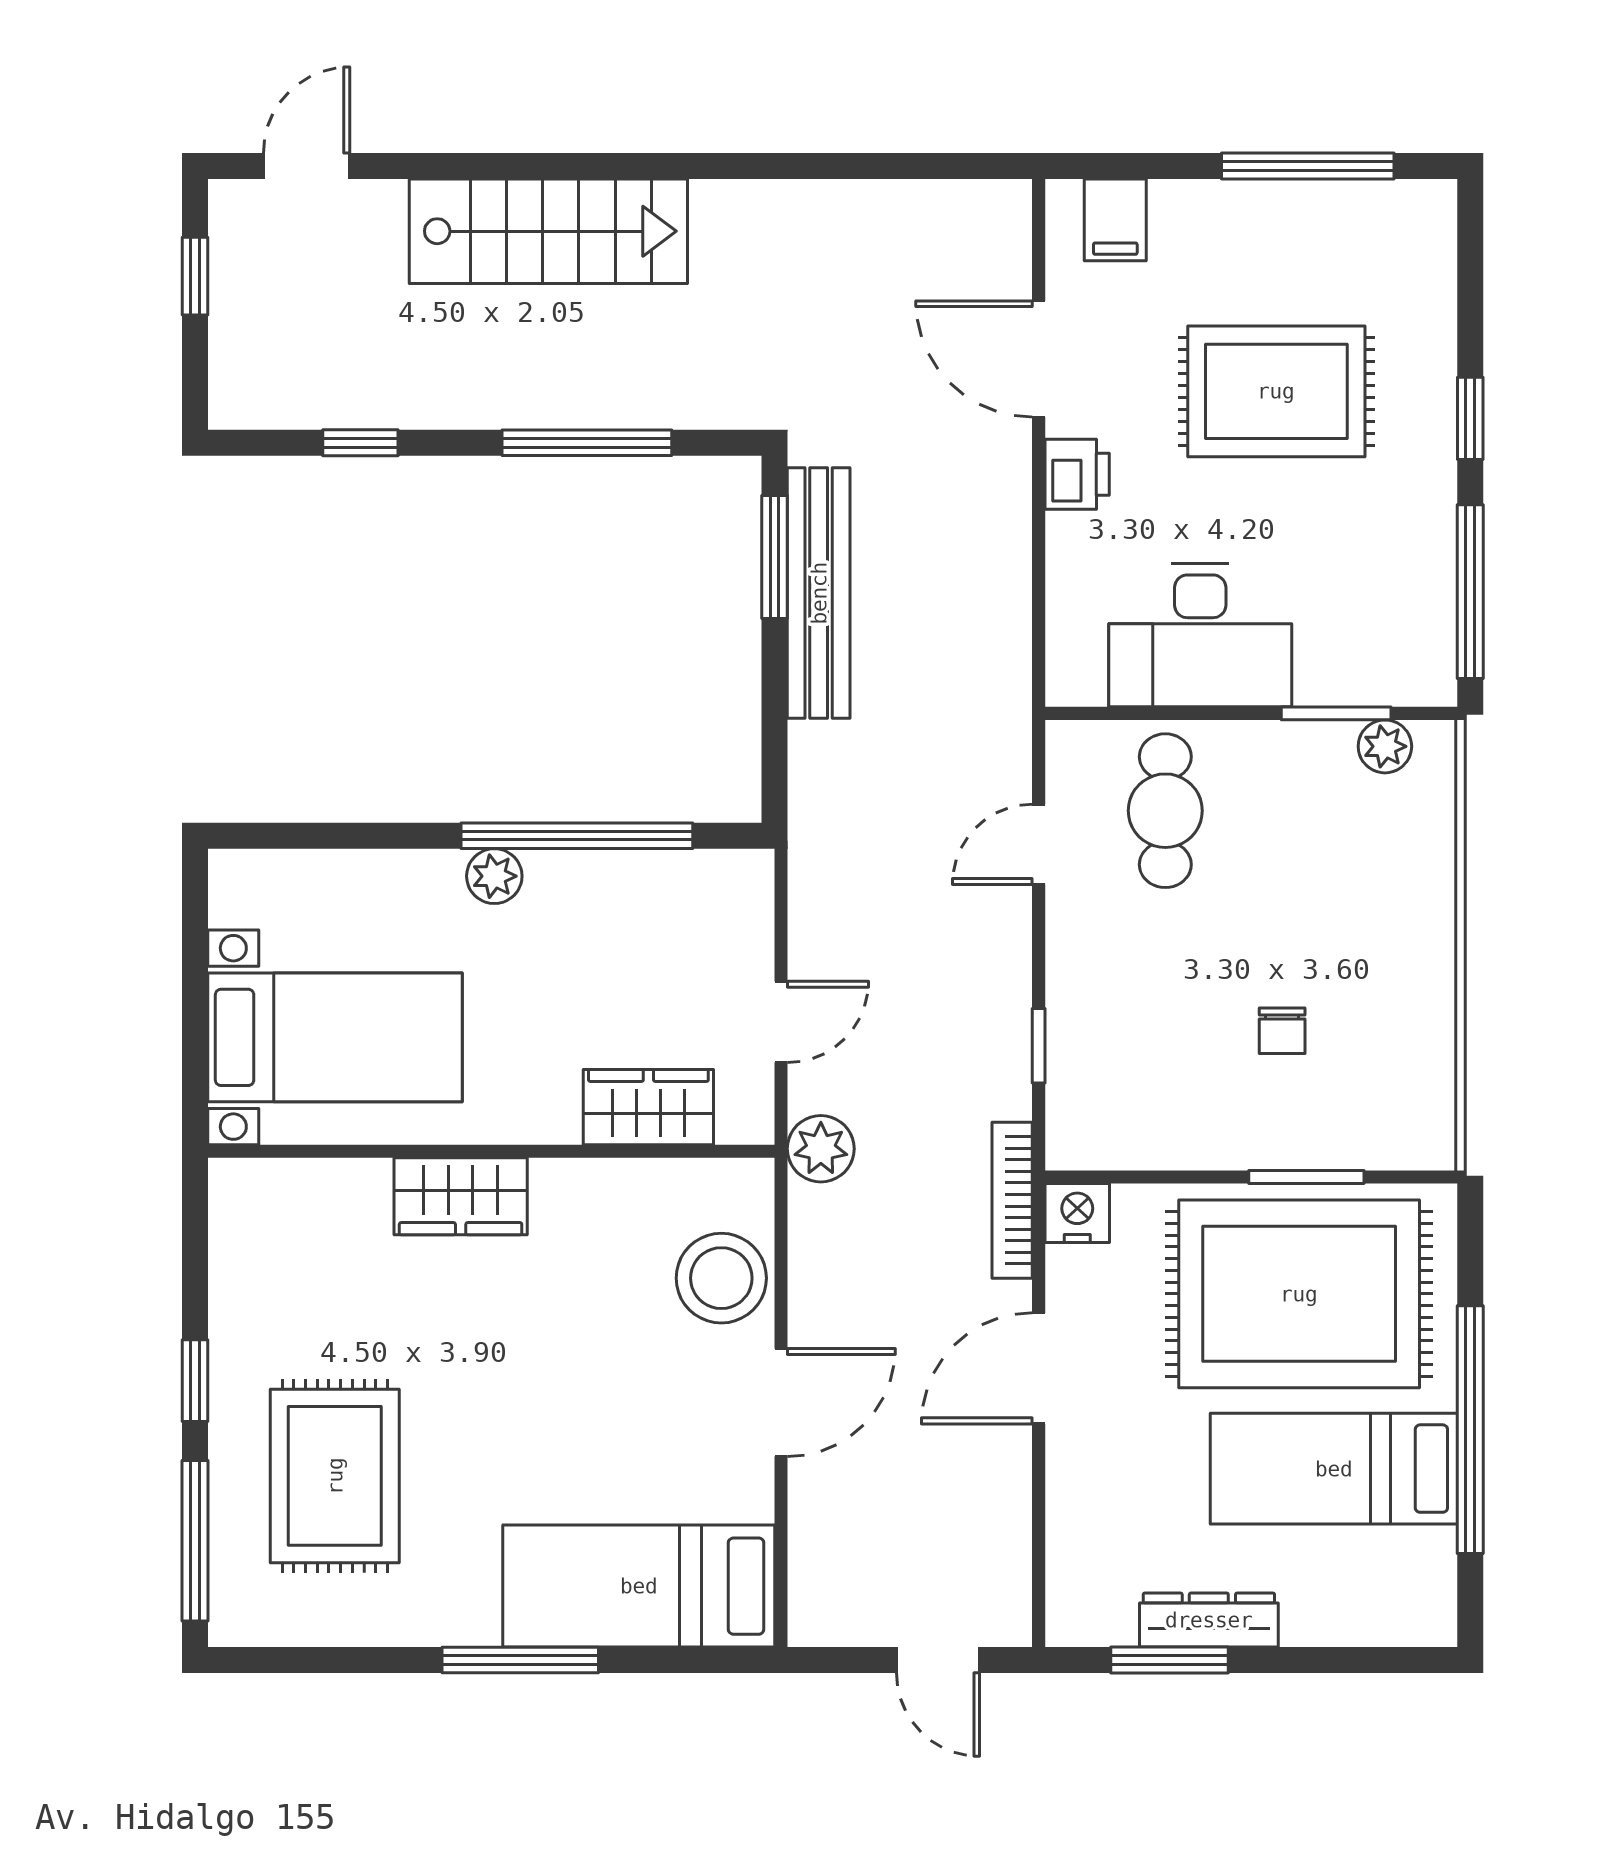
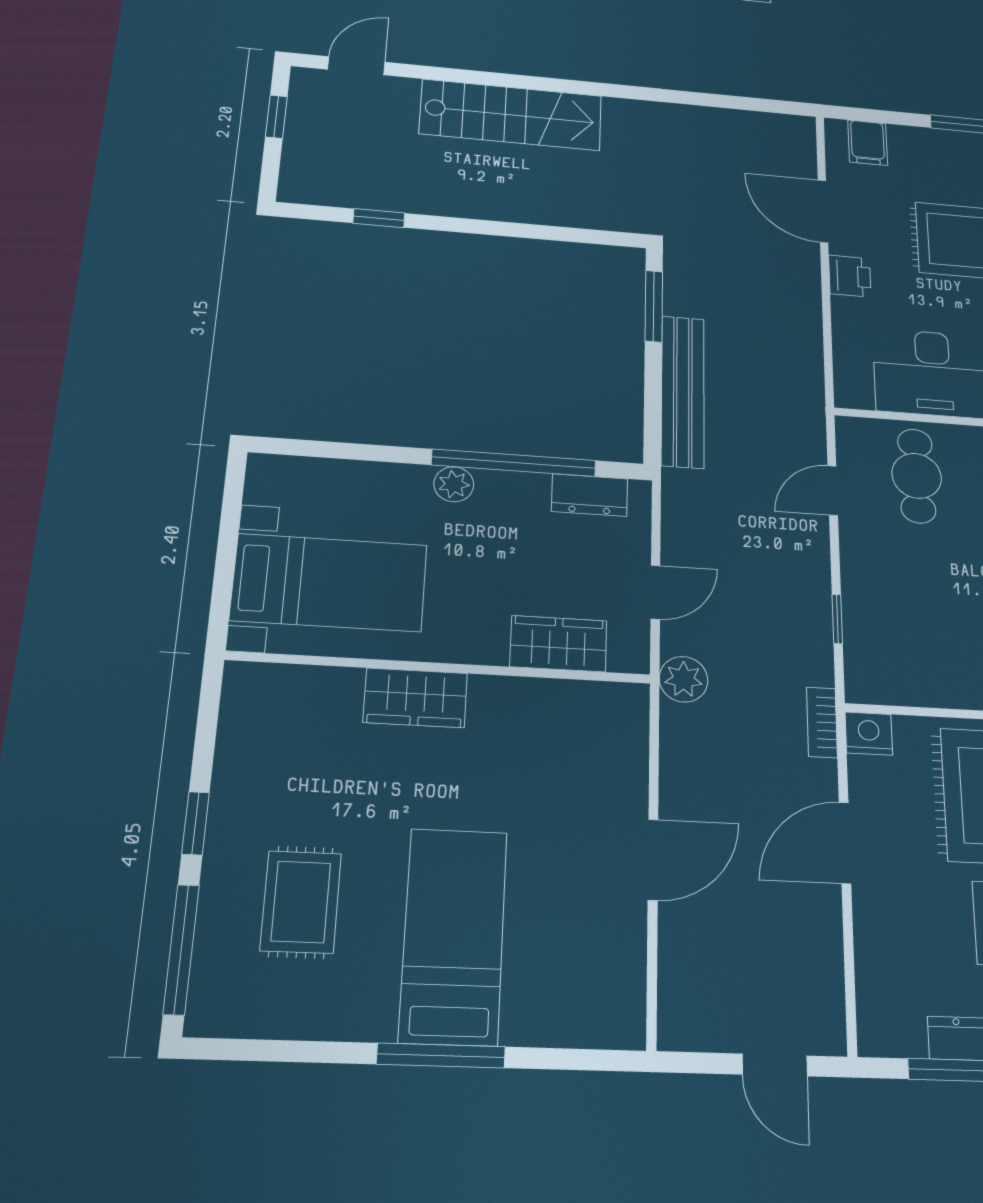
window: (587, 443) -> (531, 231), removed
bench: (819, 593) -> (683, 391), moved
dresser: (686, 879) -> (590, 495), added
bookcase: (1012, 1200) -> (822, 722), width x0.64
stool: (721, 1278) -> (609, 766), removed
rug: (335, 1476) -> (301, 902), width x0.73, depth x0.70
bed: (639, 1586) -> (454, 935), moved, turned 90

